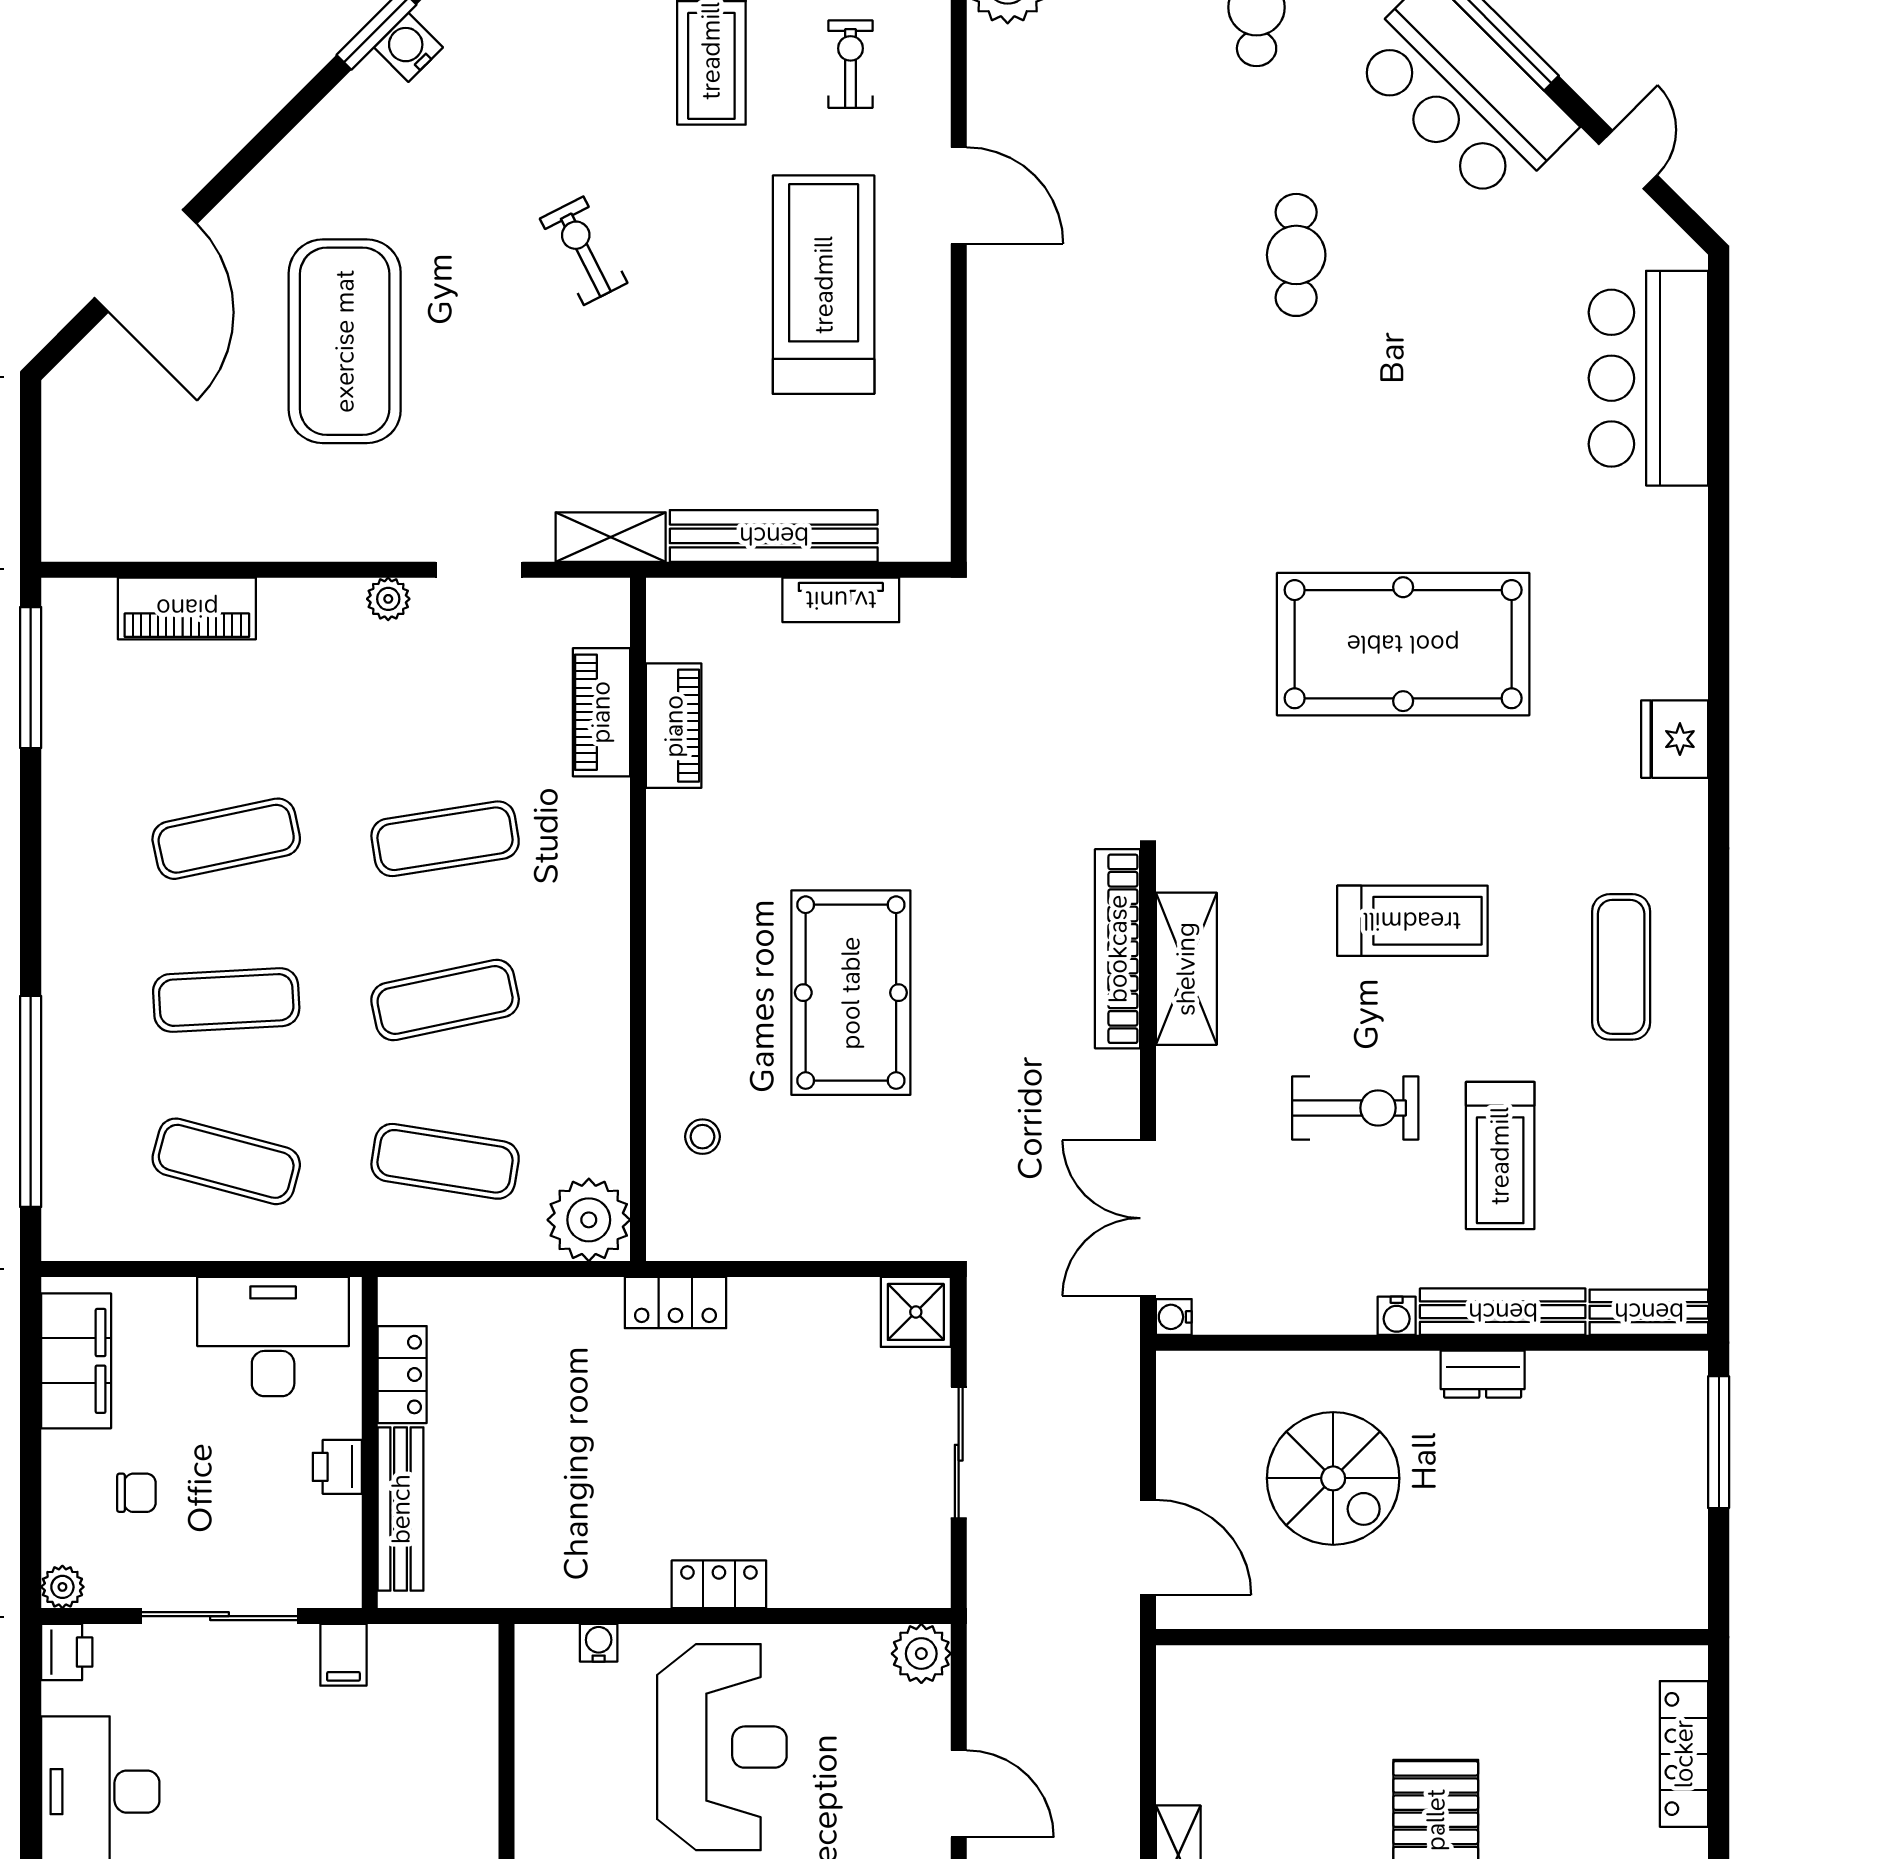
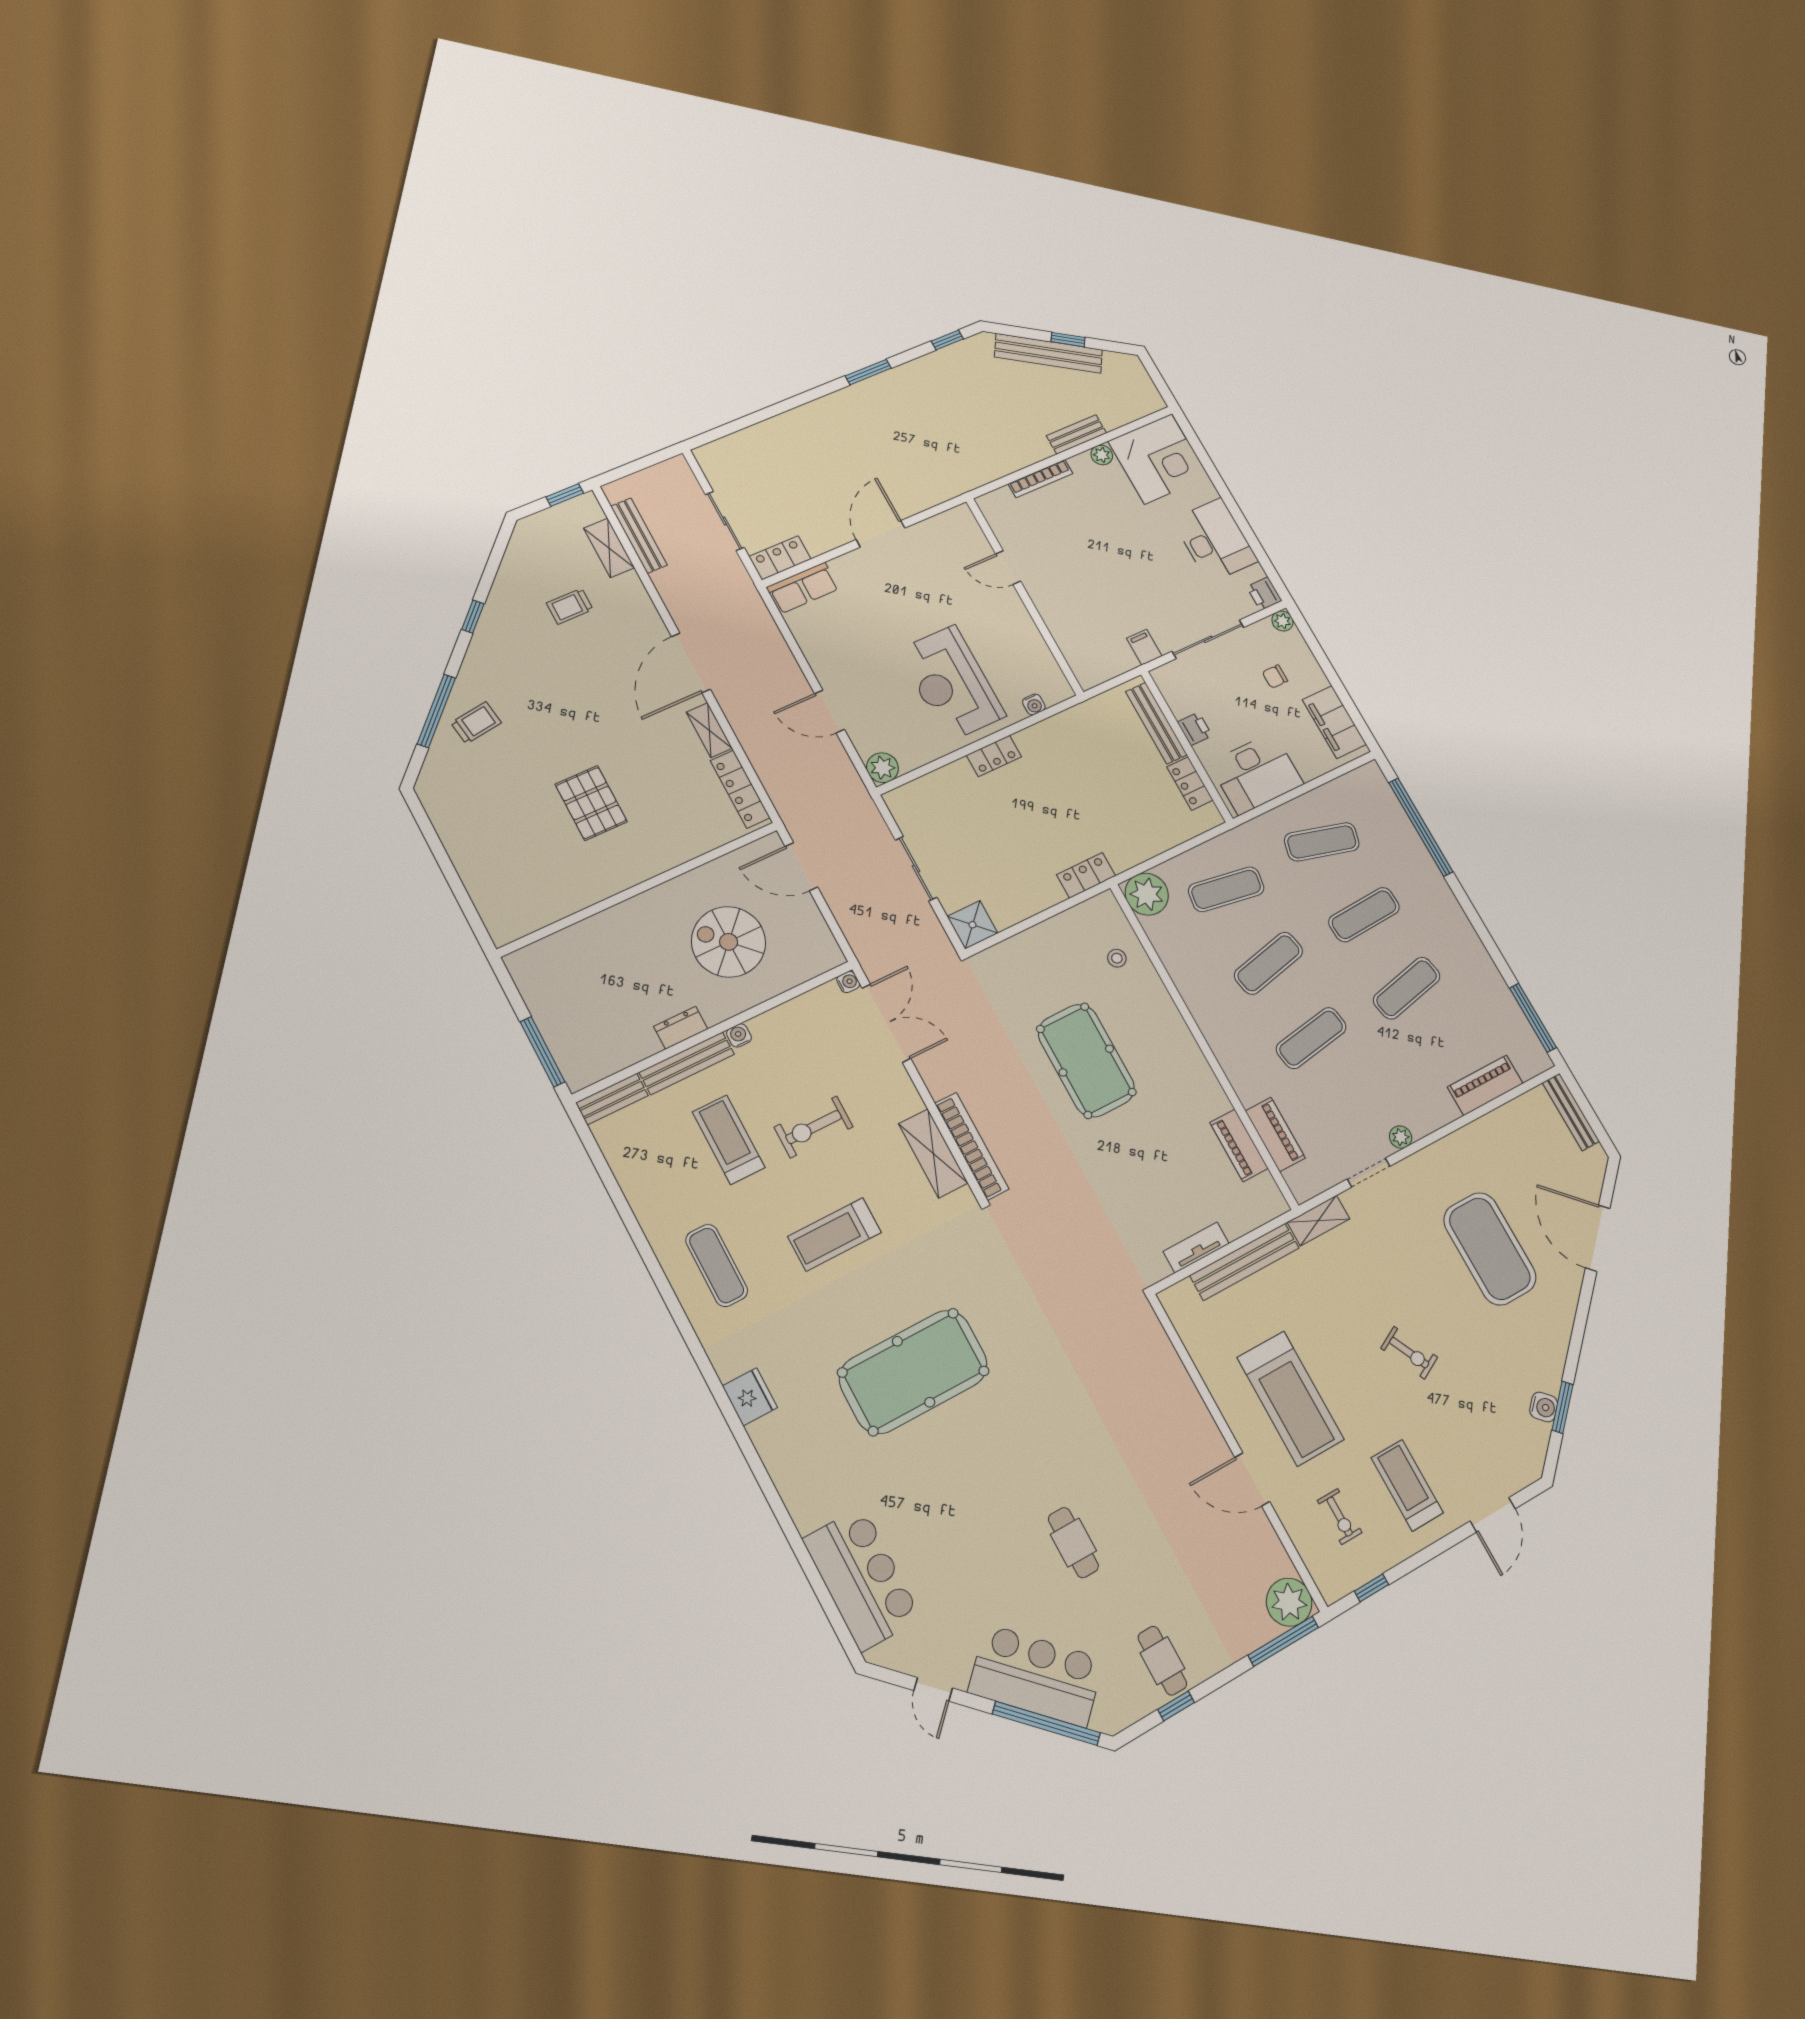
bench: (62, 488) -> (1571, 1112), added
locker: (1684, 1754) -> (740, 789), moved, turned 180

